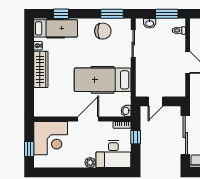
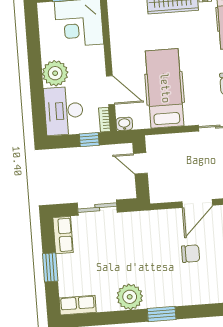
door: (88, 119) -> (110, 90), moved
sliding door: (185, 135) -> (97, 208), width x0.73
plant: (90, 163) -> (55, 73), width x1.88, depth x1.88

